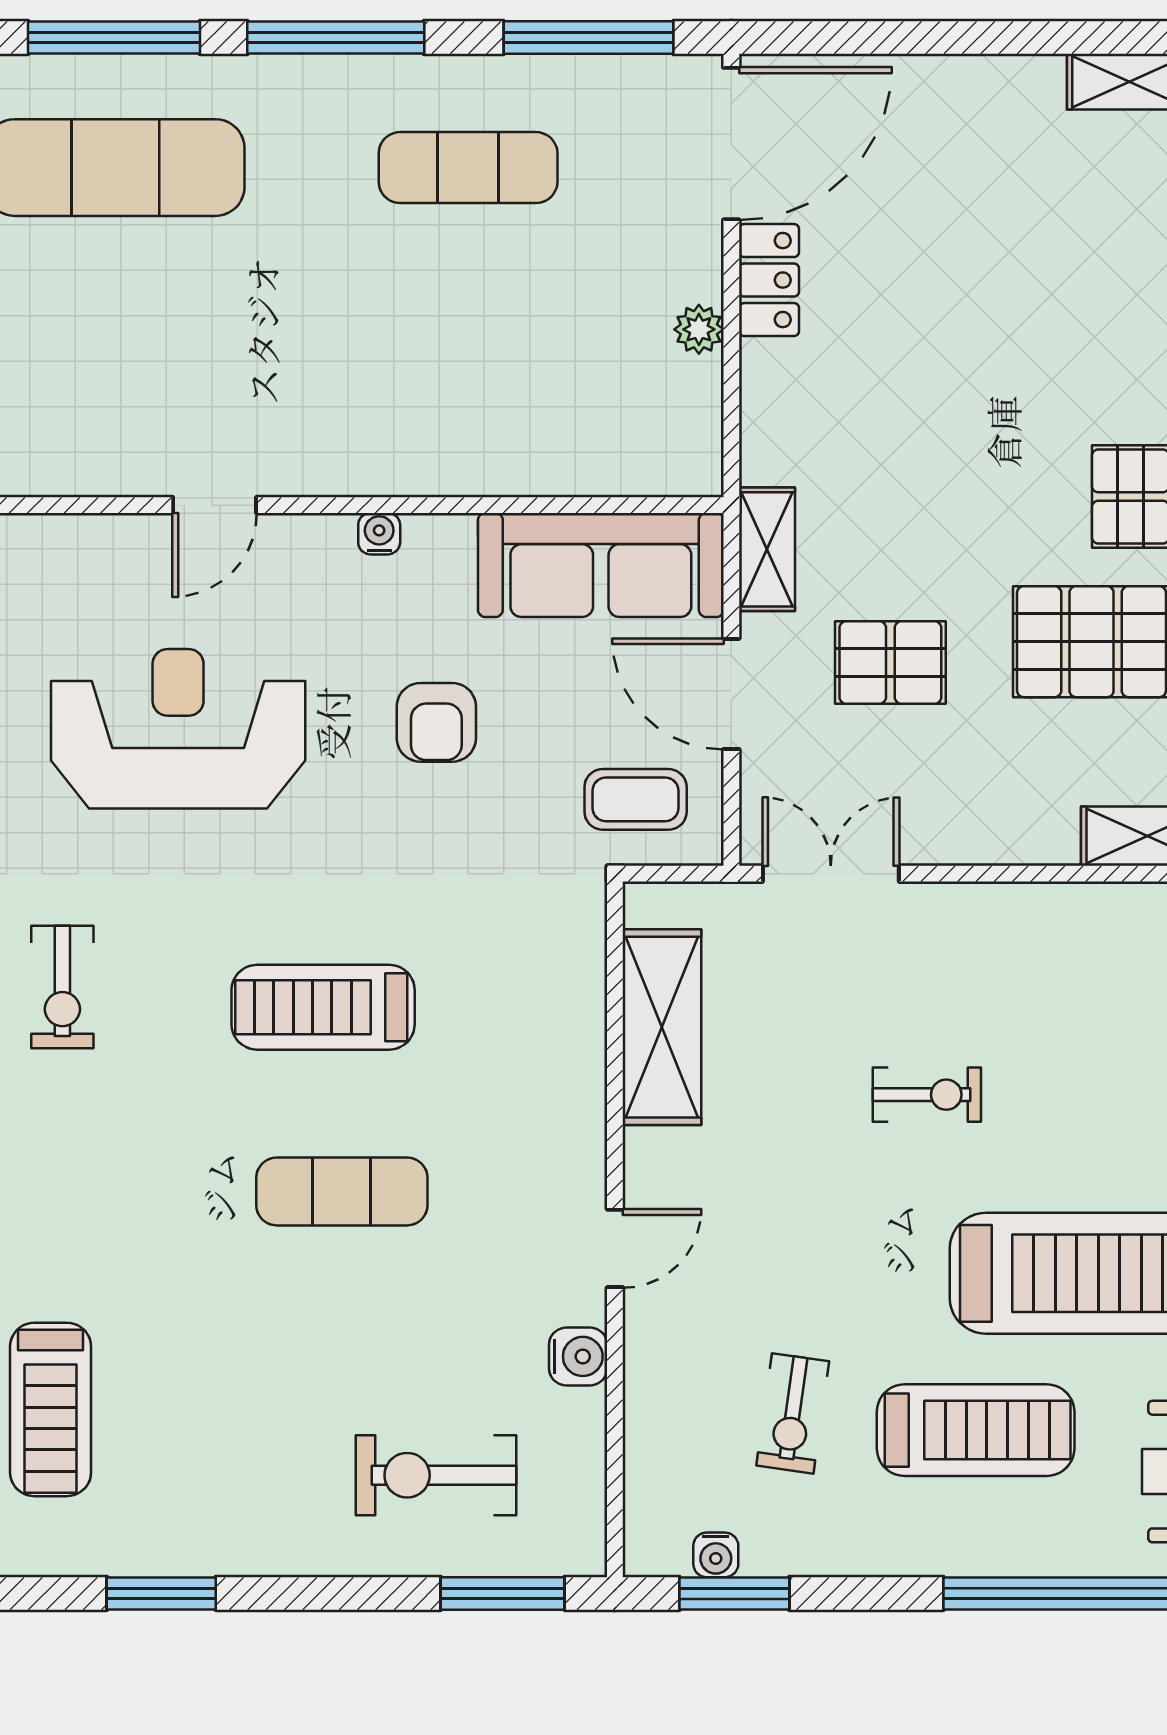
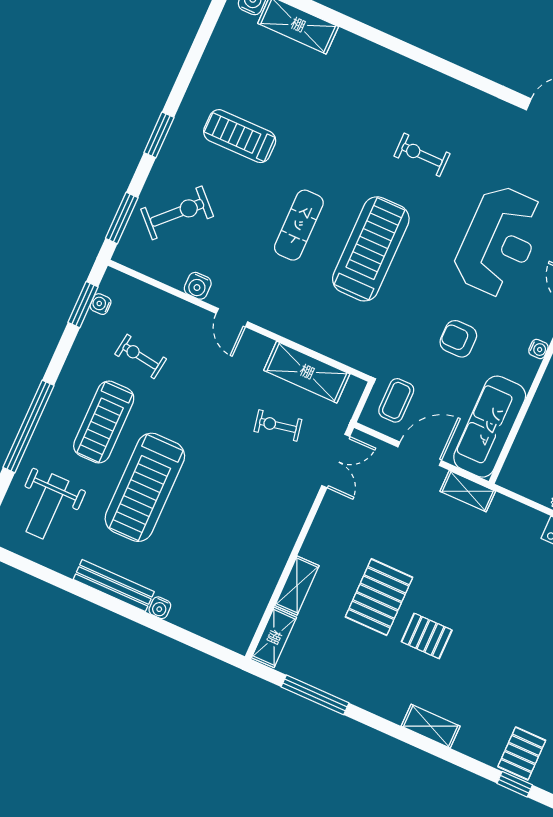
pallet: (890, 663) -> (405, 518), removed
treadmill: (323, 1007) -> (371, 249), width x1.37, depth x1.38
exercise bike: (927, 1095) -> (278, 425), moved, turned 79
treadmill: (51, 1409) -> (240, 136), moved
exercise bike: (436, 1475) -> (177, 213), turned 45
window: (161, 1593) -> (159, 135), moved

